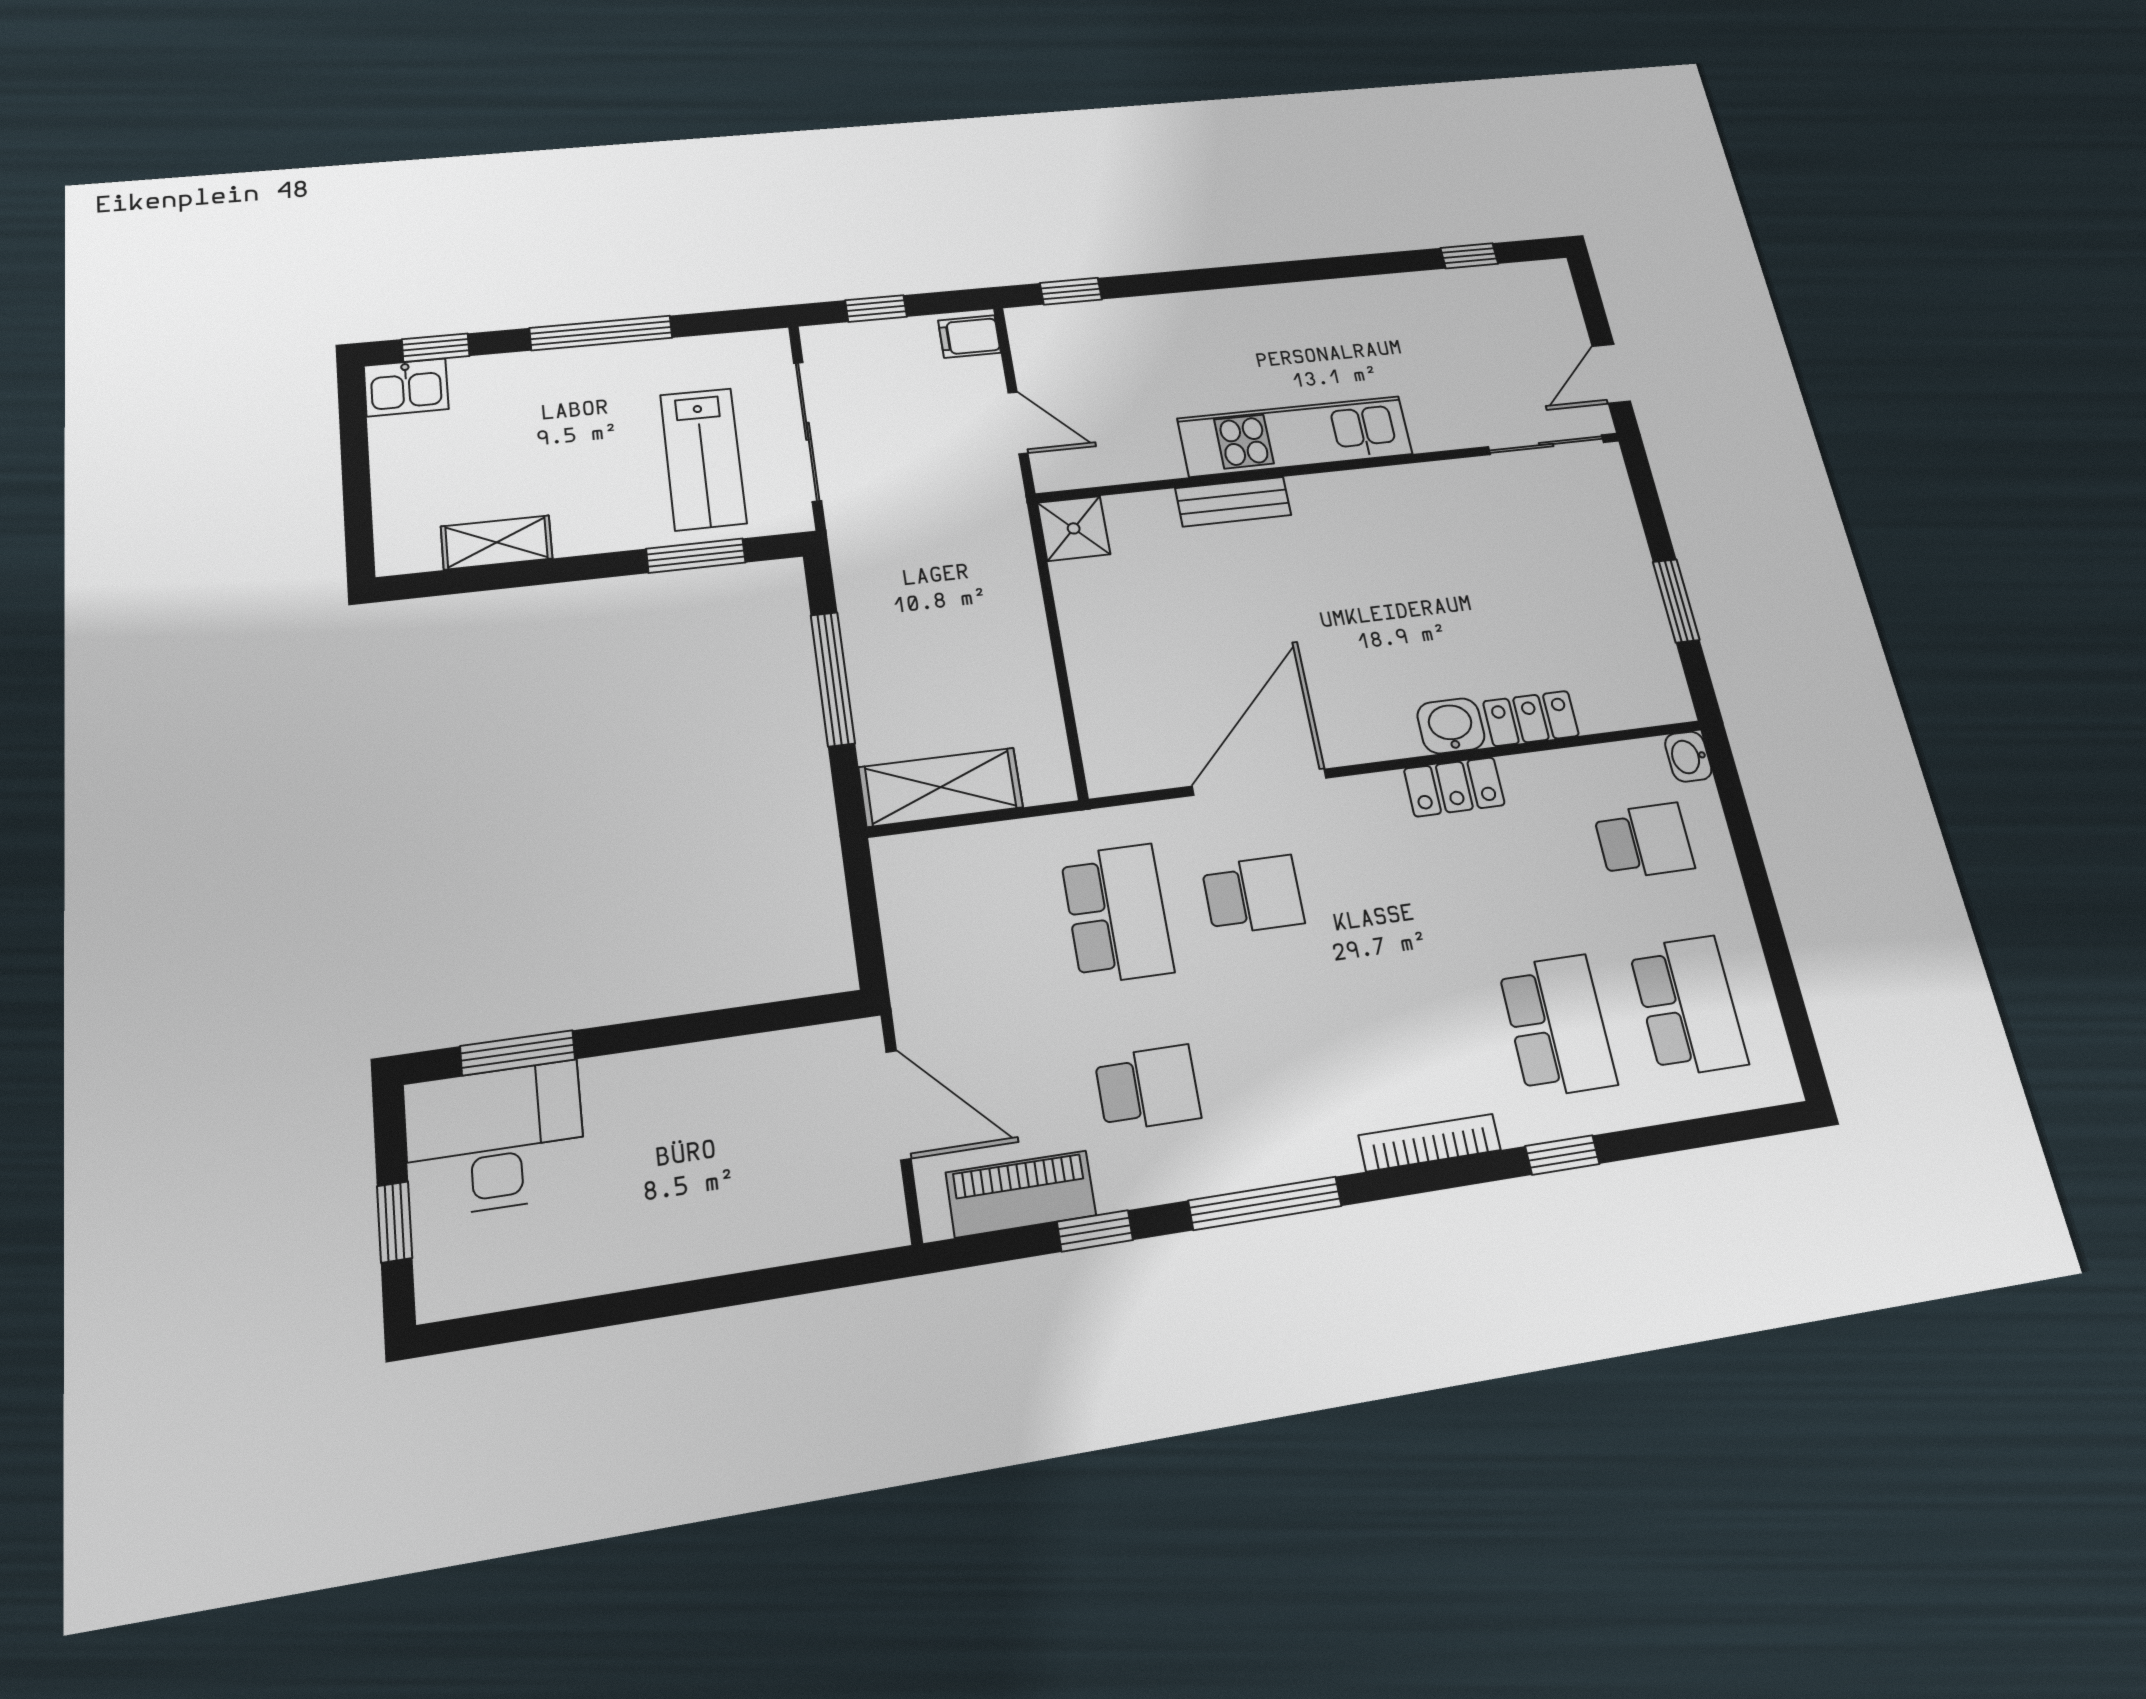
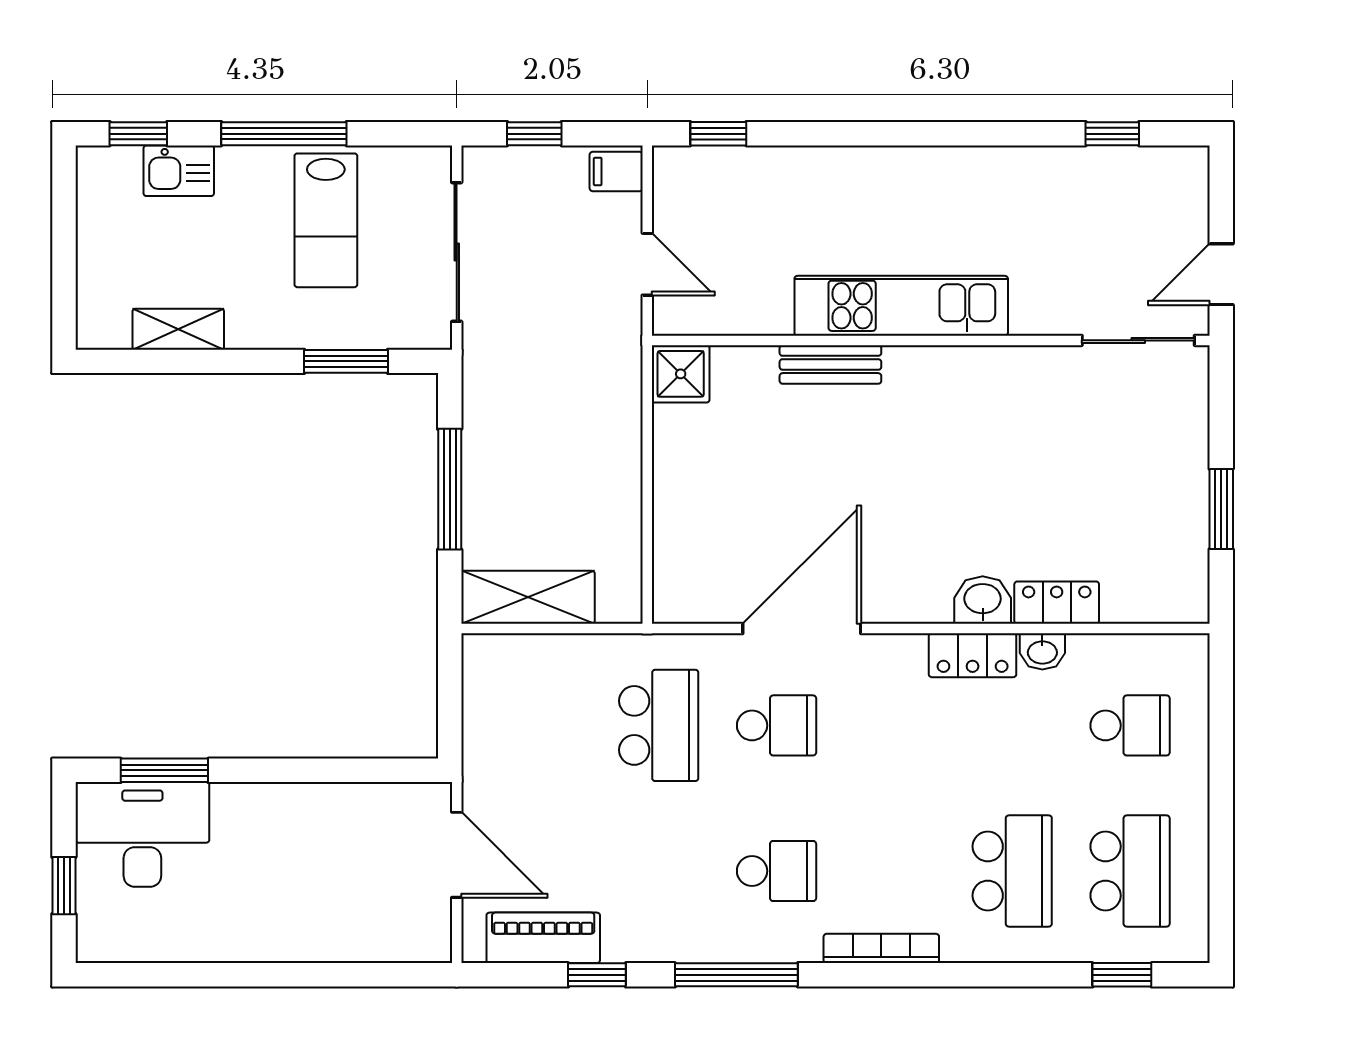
kitchen sink: (406, 387) -> (179, 171), moved
lab bench: (703, 459) -> (326, 220), moved
washbasin: (1688, 757) -> (1042, 651), moved, turned -90
school desk: (1148, 1088) -> (777, 871), moved
window: (1562, 1155) -> (1122, 975), moved

